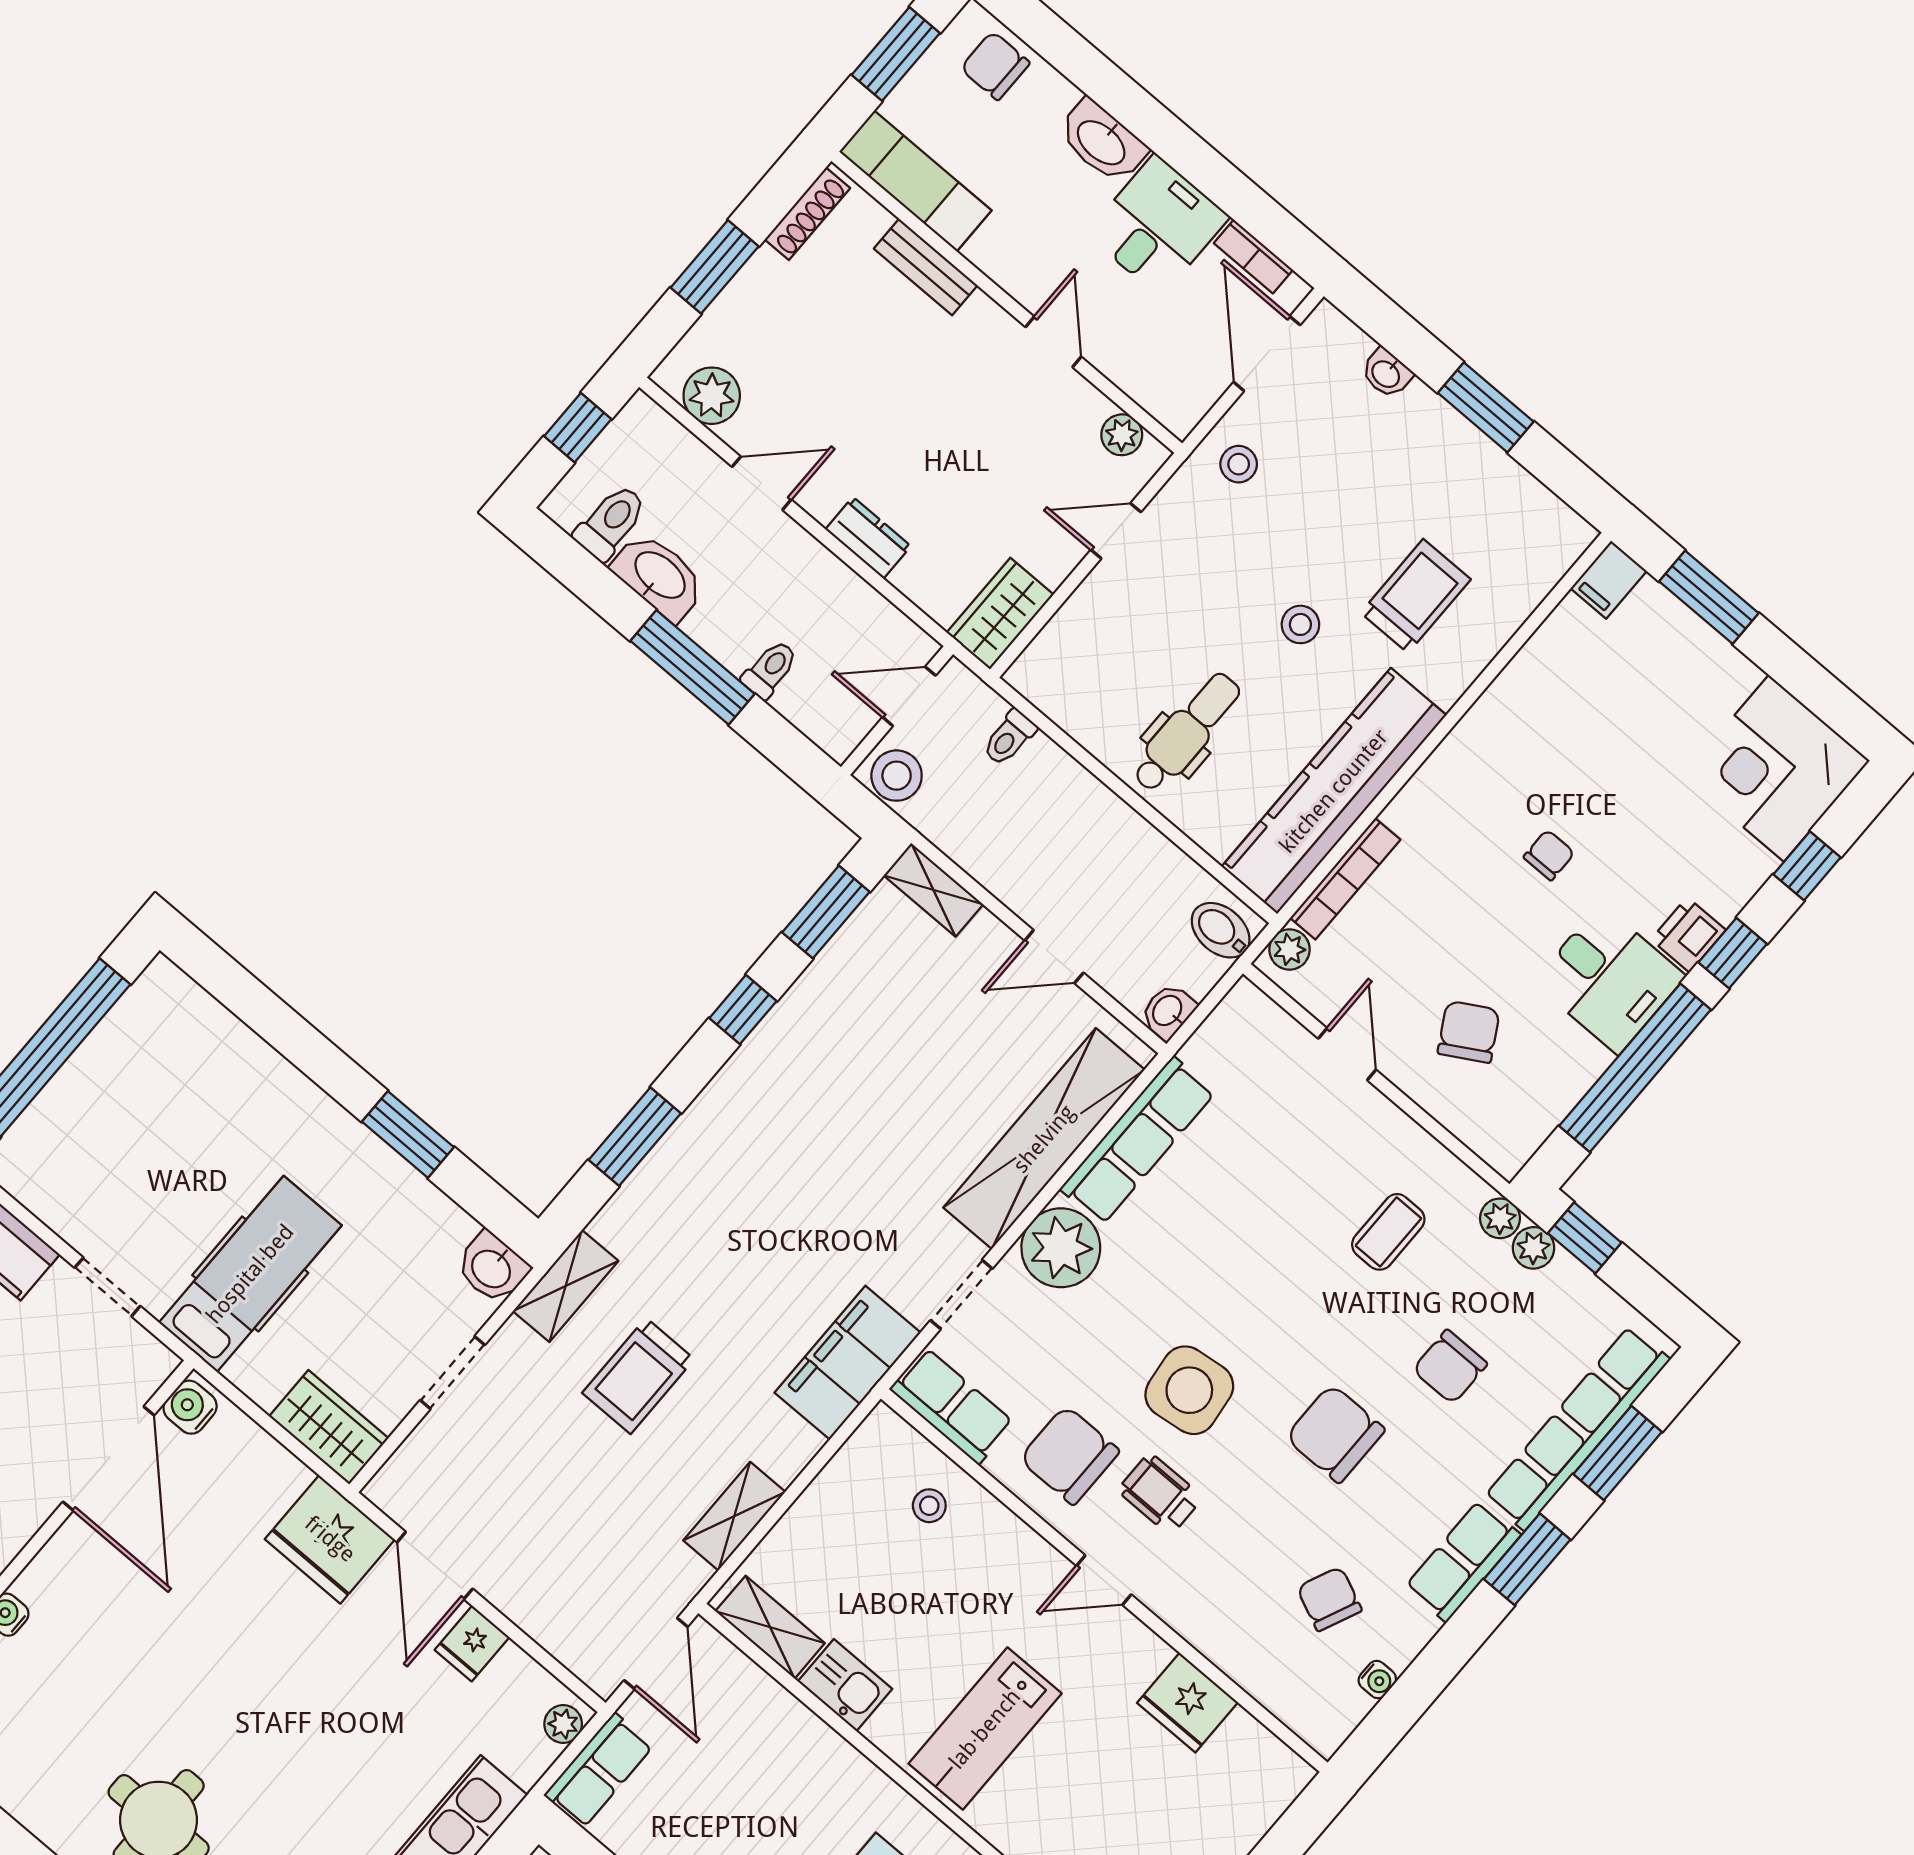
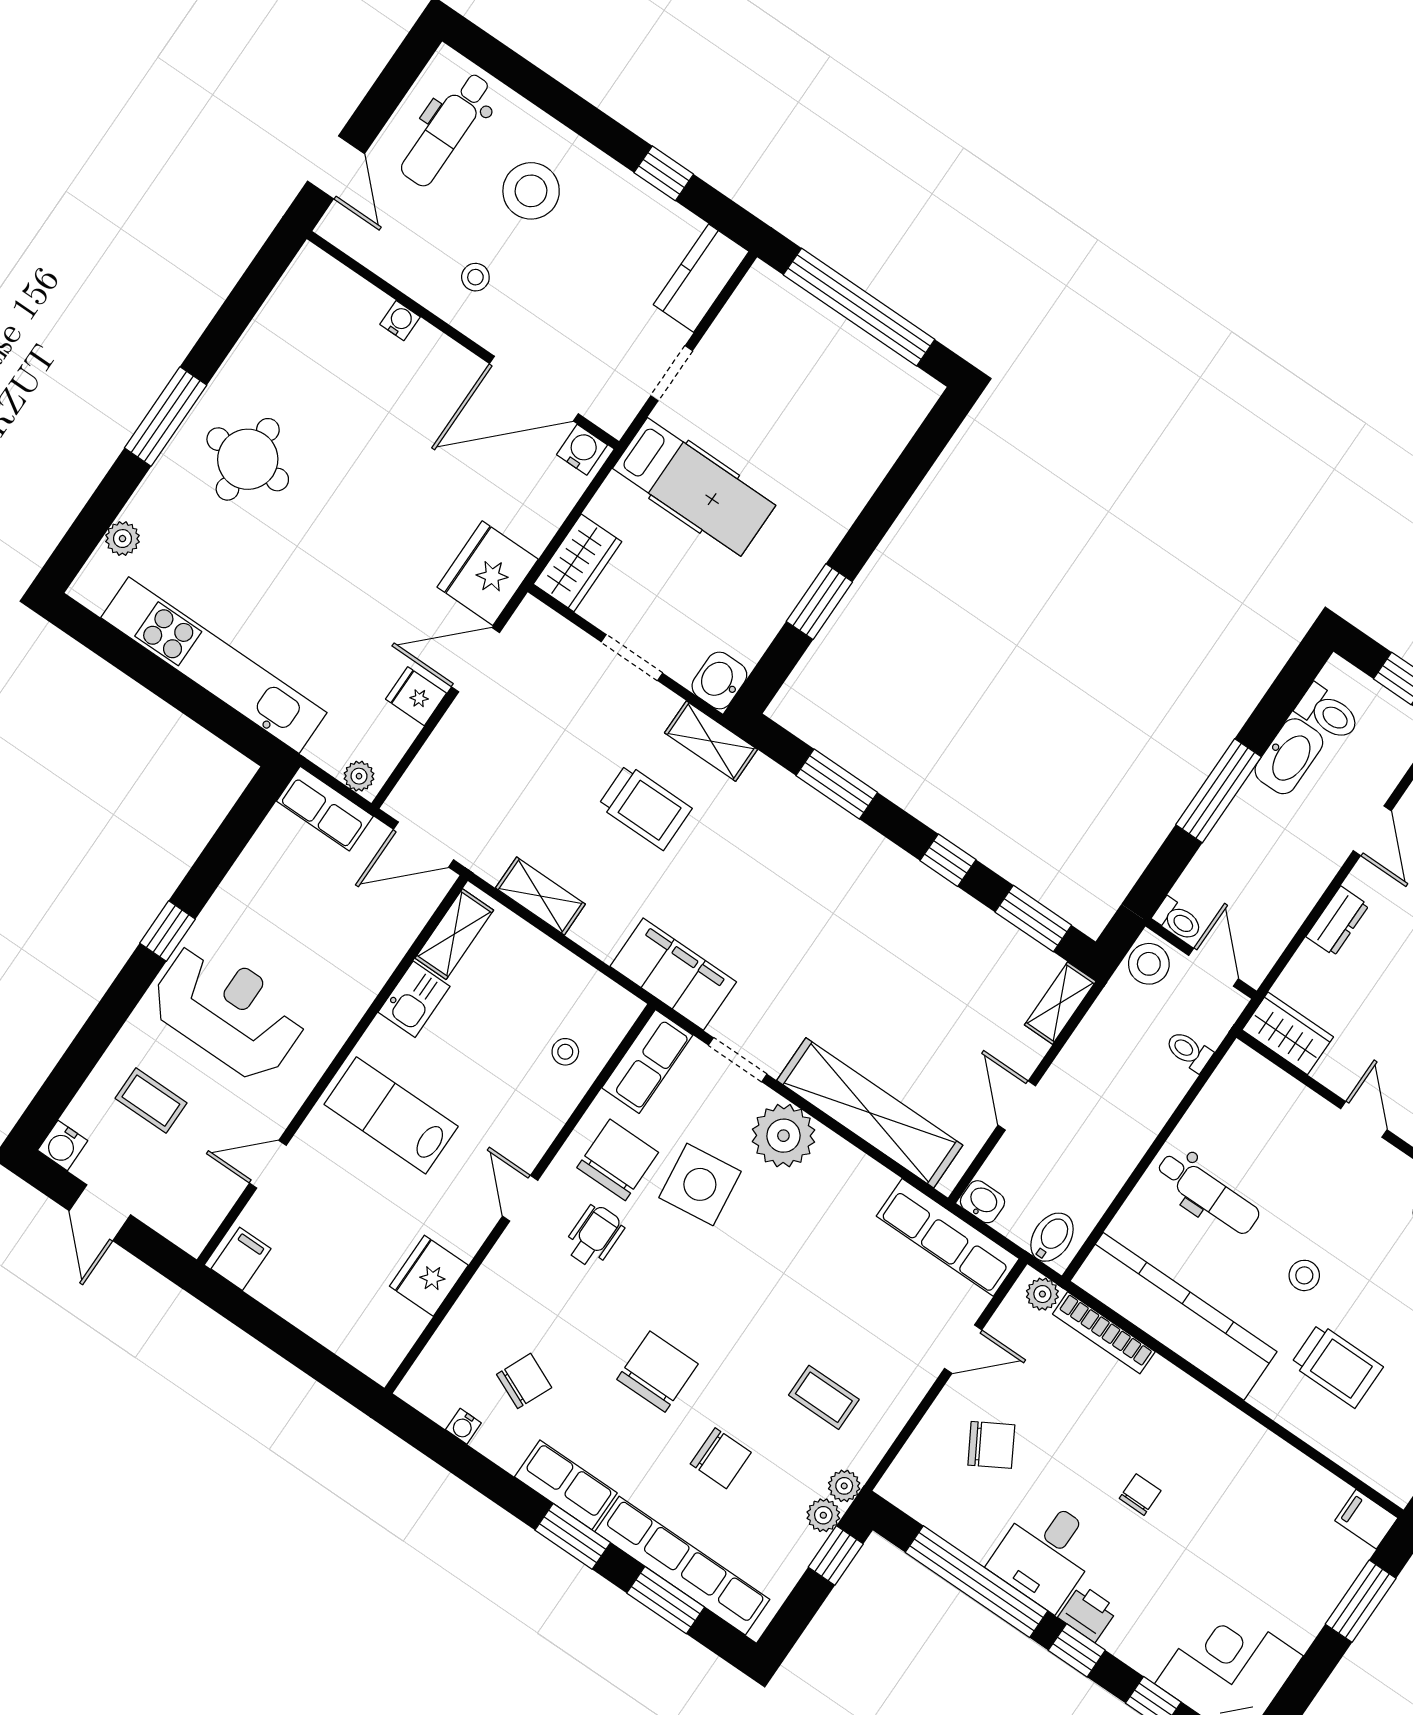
toilet: (770, 669) -> (1178, 920), moved
chair: (1549, 855) -> (1140, 1495), turned -90
row of seats: (1138, 1141) -> (948, 1237), moved
chair: (1450, 1367) -> (721, 1458), turned 180
trolley: (638, 1376) -> (645, 807), turned 180
side table: (1189, 1390) -> (700, 1184), moved

